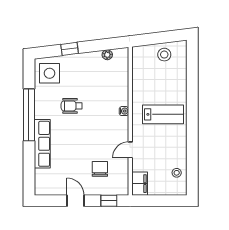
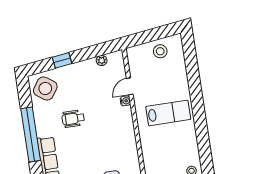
side table: (50, 73) -> (45, 88), turned 35
water cooler: (124, 111) -> (125, 101), moved
door: (130, 150) -> (130, 86), moved

